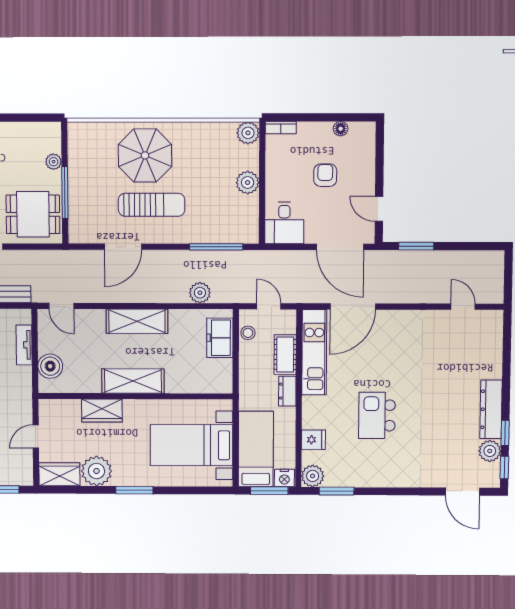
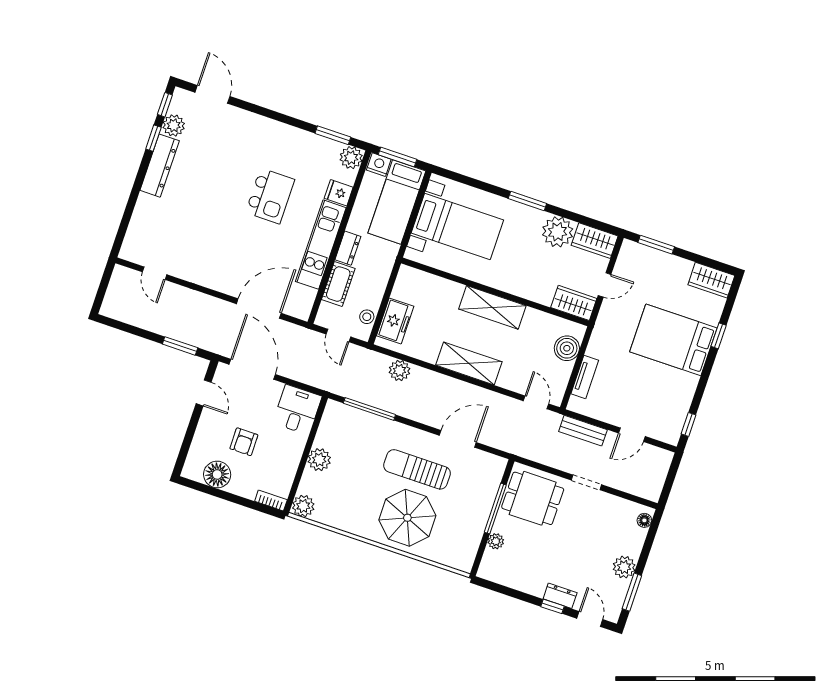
floor lamp: (341, 129) -> (217, 474), width x1.89, depth x1.89
kitchen unit: (314, 352) -> (321, 245), moved
wardrobe: (102, 411) -> (574, 303), moved

